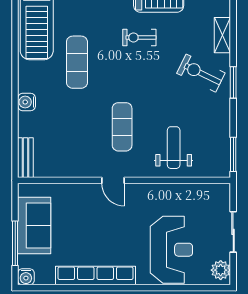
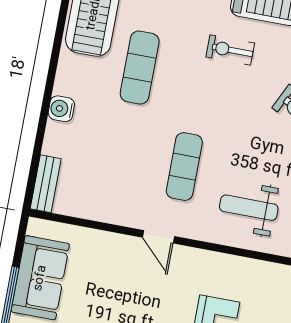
weight bench: (174, 148) -> (249, 208), turned -90

